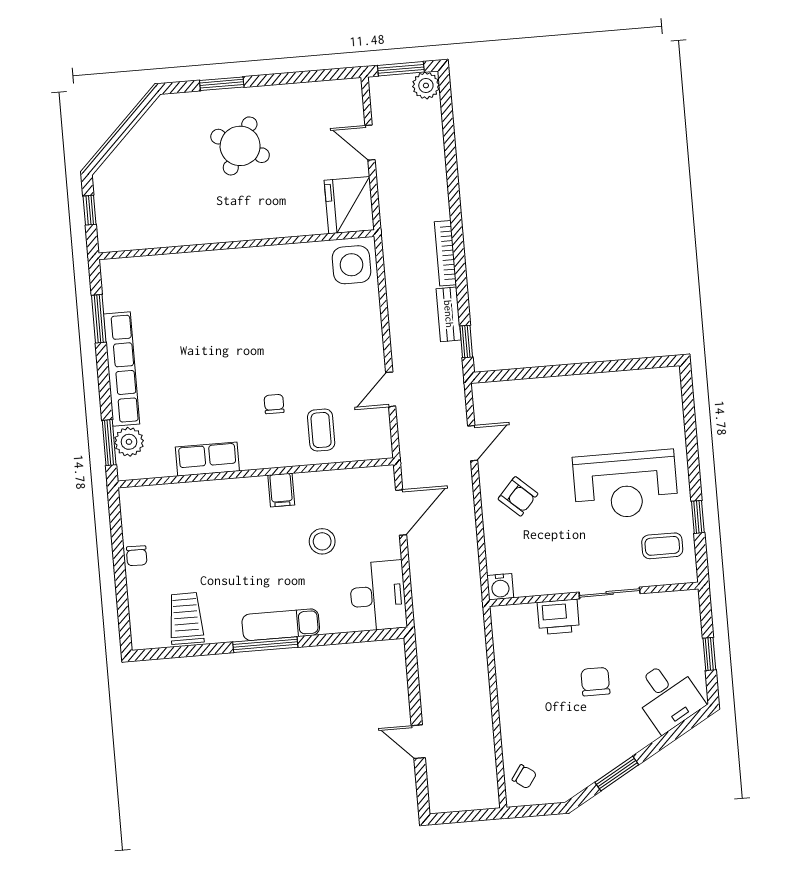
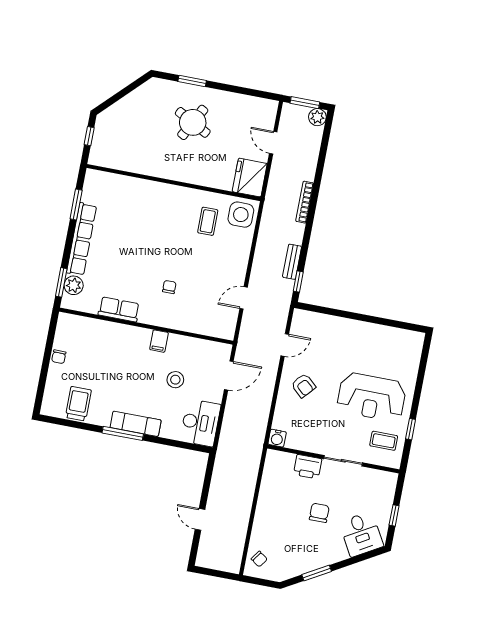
bookcase: (445, 253) -> (305, 202), moved
coffee table: (321, 430) -> (208, 221), moved

